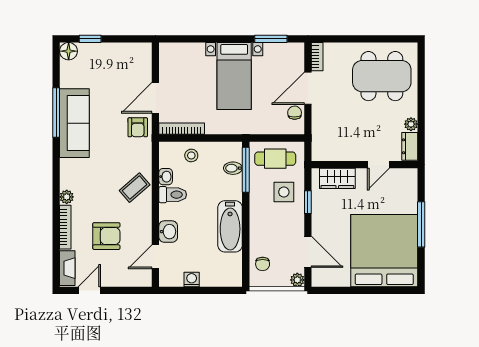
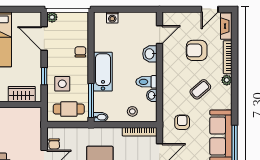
armchair: (138, 127) -> (182, 122), moved
bidet: (233, 168) -> (101, 117), moved
coffee table: (135, 188) -> (200, 89), moved
bathtub: (230, 226) -> (103, 72), moved
chair: (263, 264) -> (80, 52), moved
washing machine: (192, 279) -> (112, 18), moved

